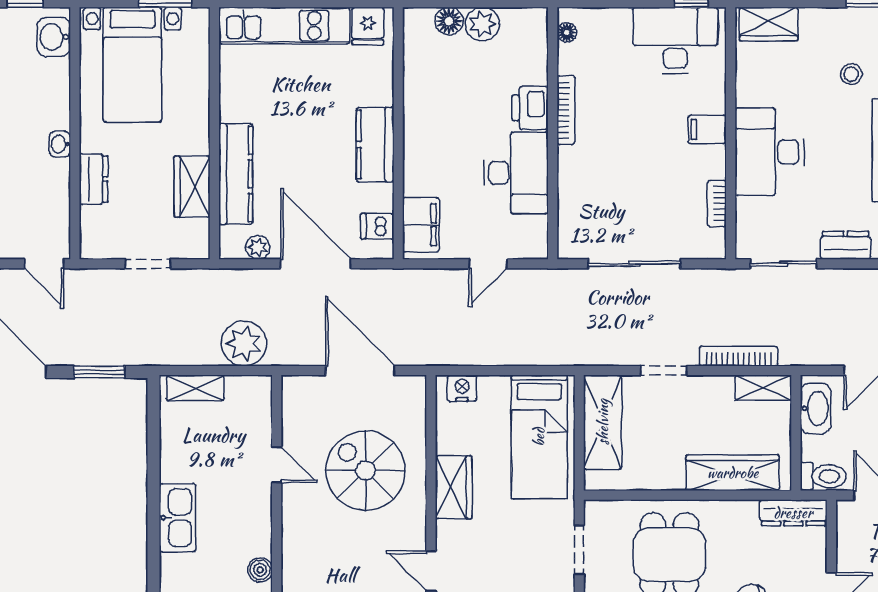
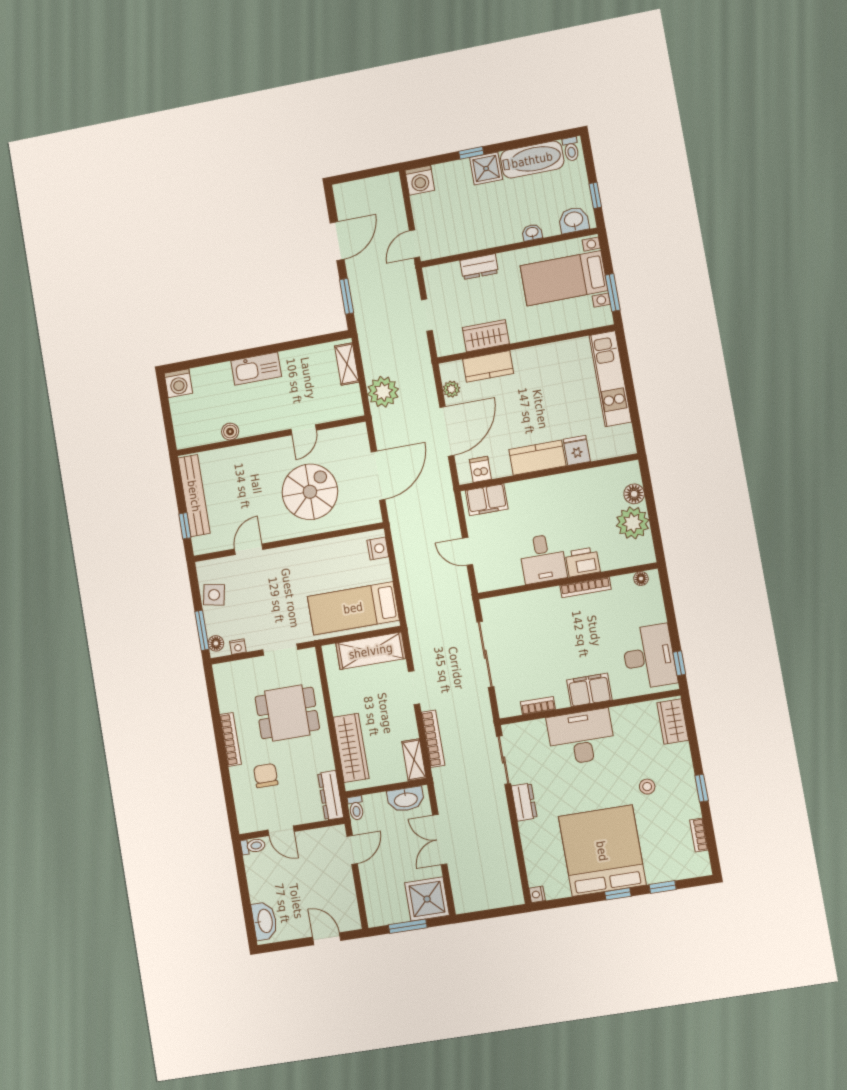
plant: (482, 24) -> (633, 523), width x1.36, depth x1.36
fridge: (368, 26) -> (577, 450), moved, turned 90
filing cabinet: (707, 129) -> (589, 690), width x2.00
washbasin: (60, 144) -> (532, 232), moved
desk: (516, 173) -> (543, 559), width x0.73
kitchen counter: (236, 174) -> (488, 366), width x0.67
toilet: (823, 476) -> (356, 808), width x0.73, depth x0.72
wardrobe: (454, 487) -> (309, 555), removed

